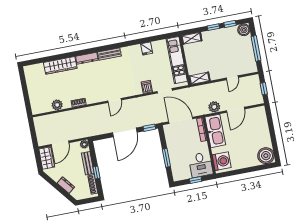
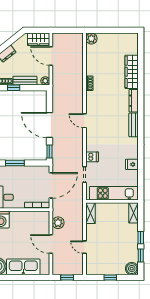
window: (256, 48) -> (110, 277), width x0.46
plant: (57, 105) -> (91, 39), moved
kitchen sink: (215, 131) -> (23, 267), moved, turned 180

